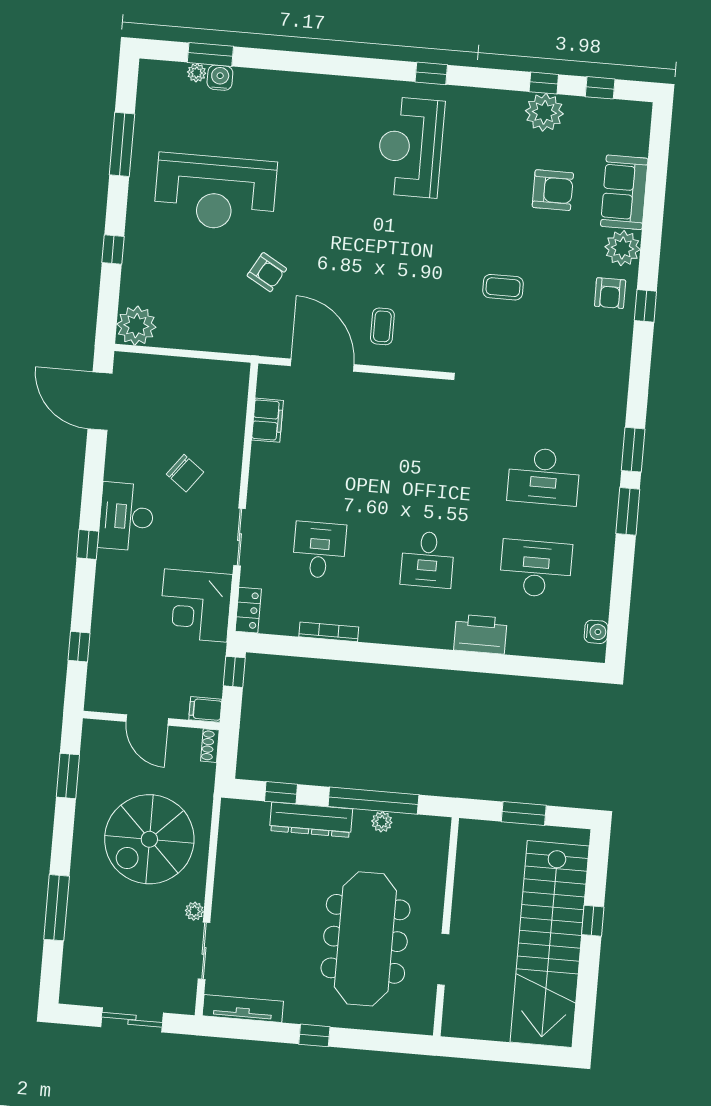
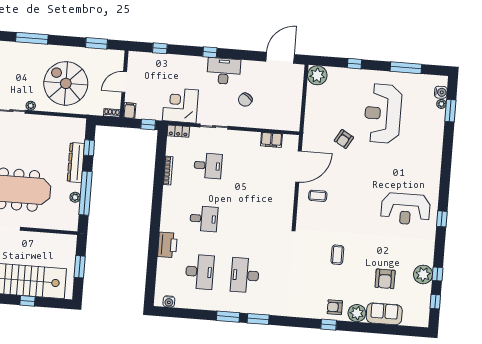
water cooler: (220, 78) -> (441, 92), moved
reception desk: (410, 147) -> (406, 209), turned 180
desk: (428, 559) -> (204, 219), turned 180

